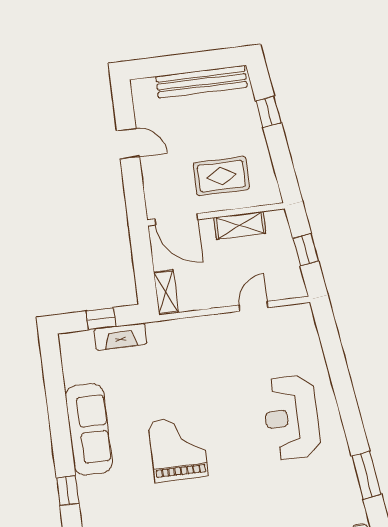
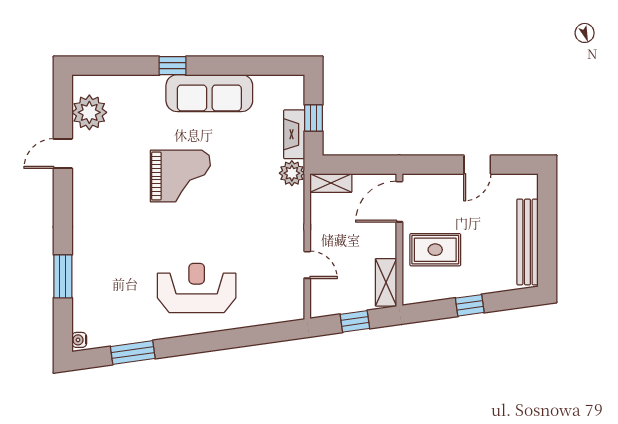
window: (269, 112) -> (470, 305), moved
rug: (221, 176) -> (435, 250), turned 90
shelving: (240, 225) -> (386, 282), moved
plant: (161, 334) -> (292, 173), added
window: (68, 491) -> (173, 66), moved

